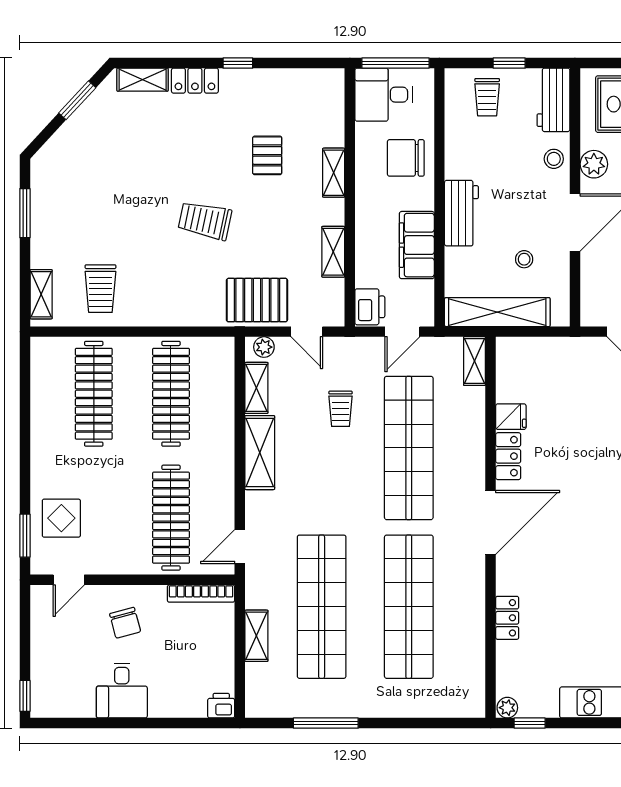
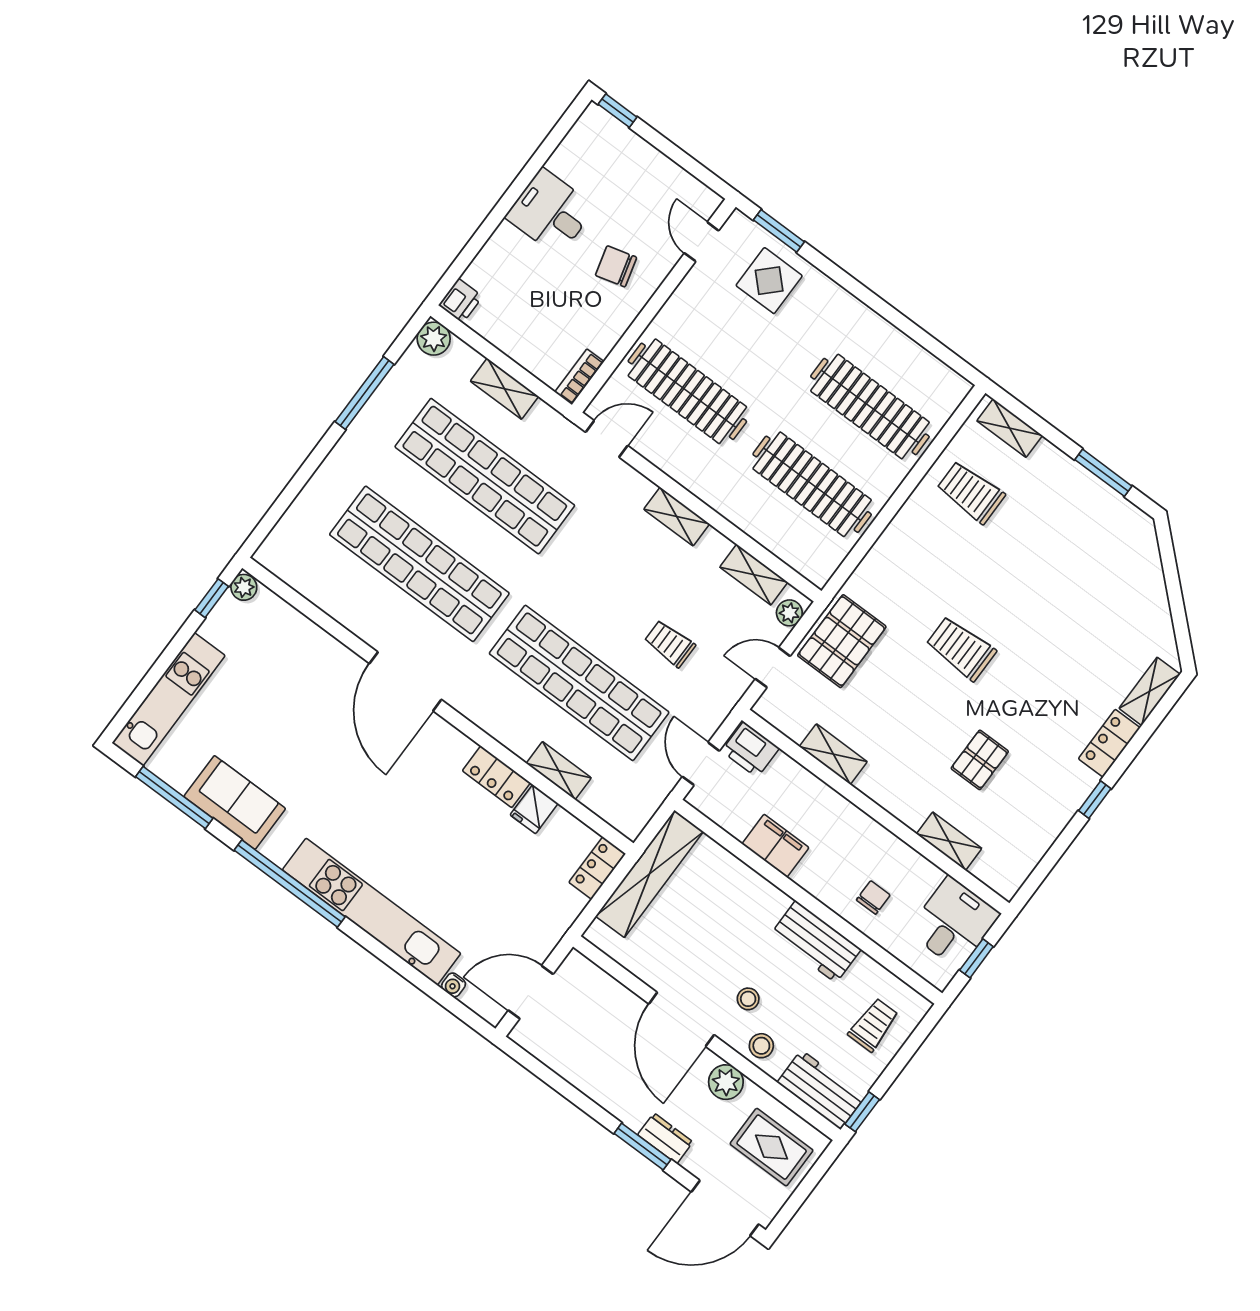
window: (396, 63) -> (976, 958), width x0.46
window: (509, 63) -> (862, 1112), moved
trolley: (487, 97) -> (873, 1025), turned 90
window: (77, 100) -> (1178, 610), removed
pallet: (267, 155) -> (980, 760), turned 90
chair: (406, 158) -> (873, 897), width x0.54, depth x0.54
shelving: (334, 173) -> (949, 841), moved
workbench: (461, 213) -> (816, 942), moved
trolley: (205, 221) -> (961, 648), turned -102
filing cabinet: (417, 245) -> (775, 846), width x0.67, depth x0.86
stool: (524, 259) -> (748, 999), moved
shelving: (474, 361) -> (559, 771), moved
shelving: (260, 453) -> (677, 517), width x0.67, depth x0.75
door: (491, 522) -> (405, 681), moved
door: (240, 547) -> (607, 439), hinge flipped
bookcase: (201, 594) -> (579, 377), width x0.64
locker: (507, 618) -> (597, 868), moved, turned 90
plant: (258, 705) -> (434, 339), added

